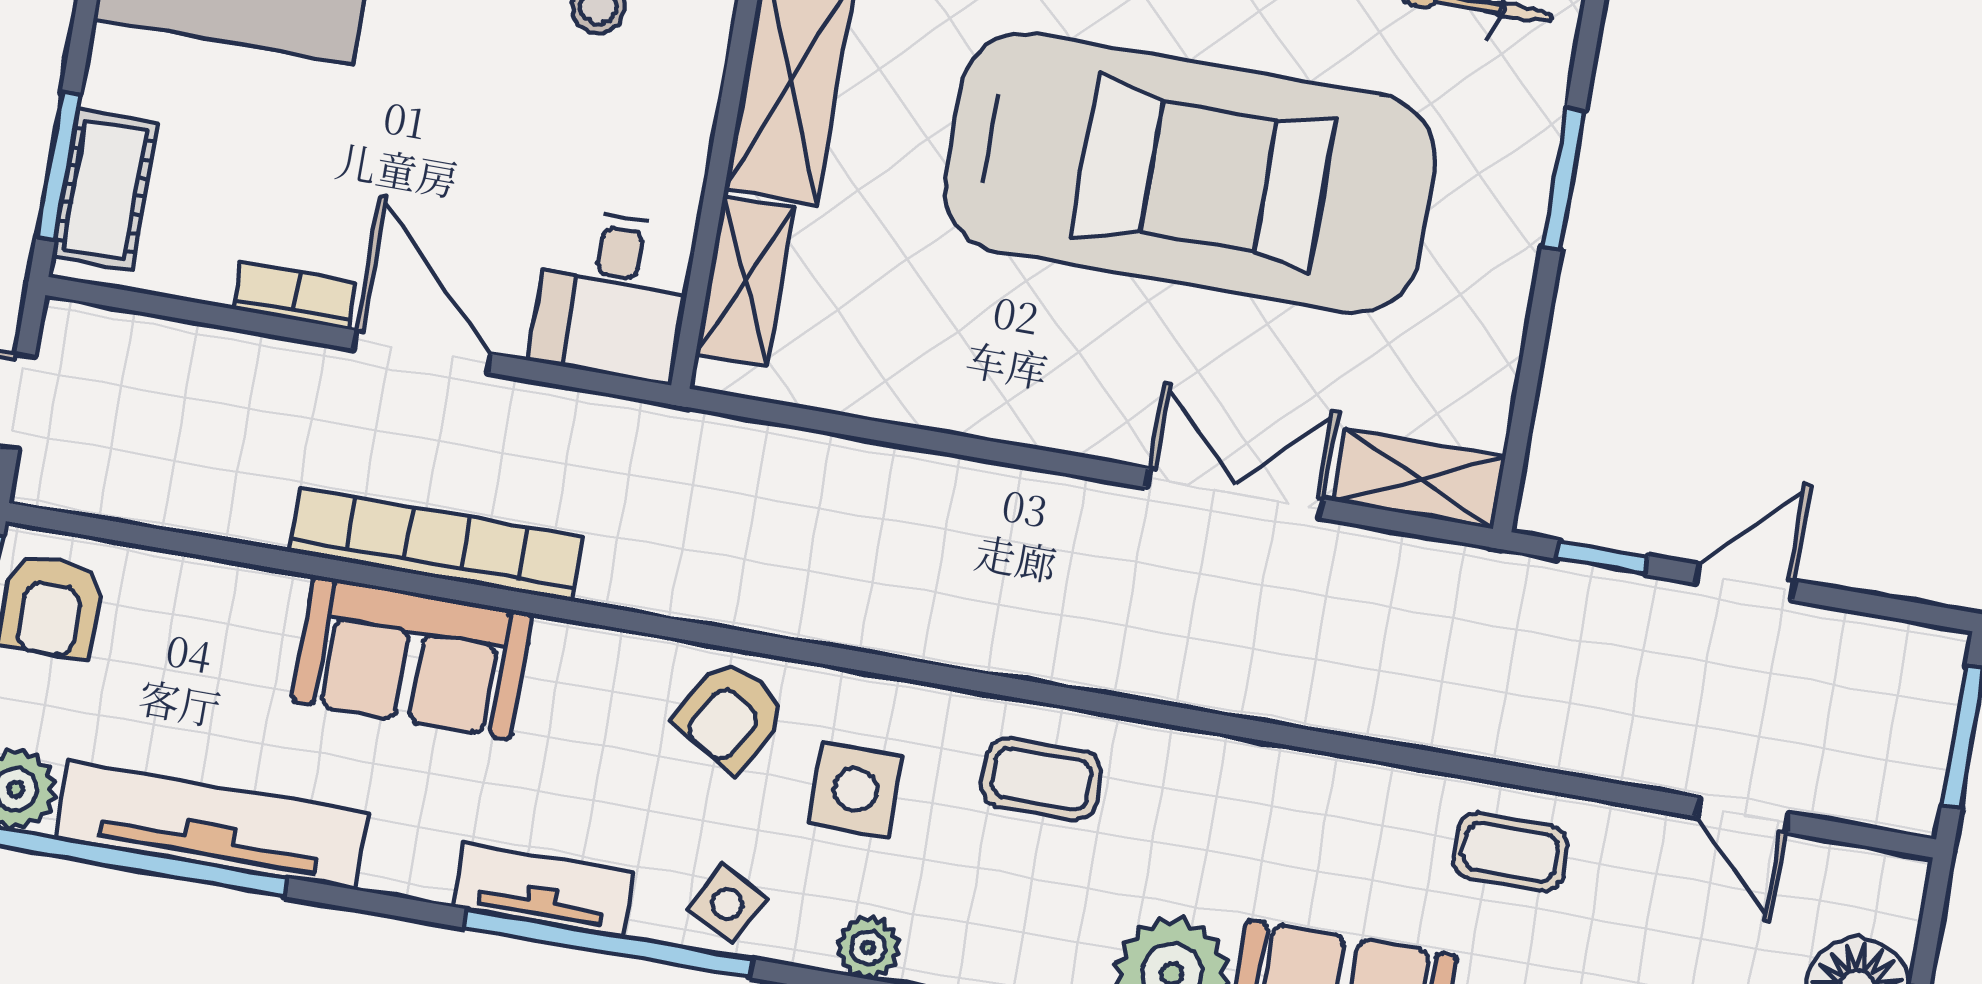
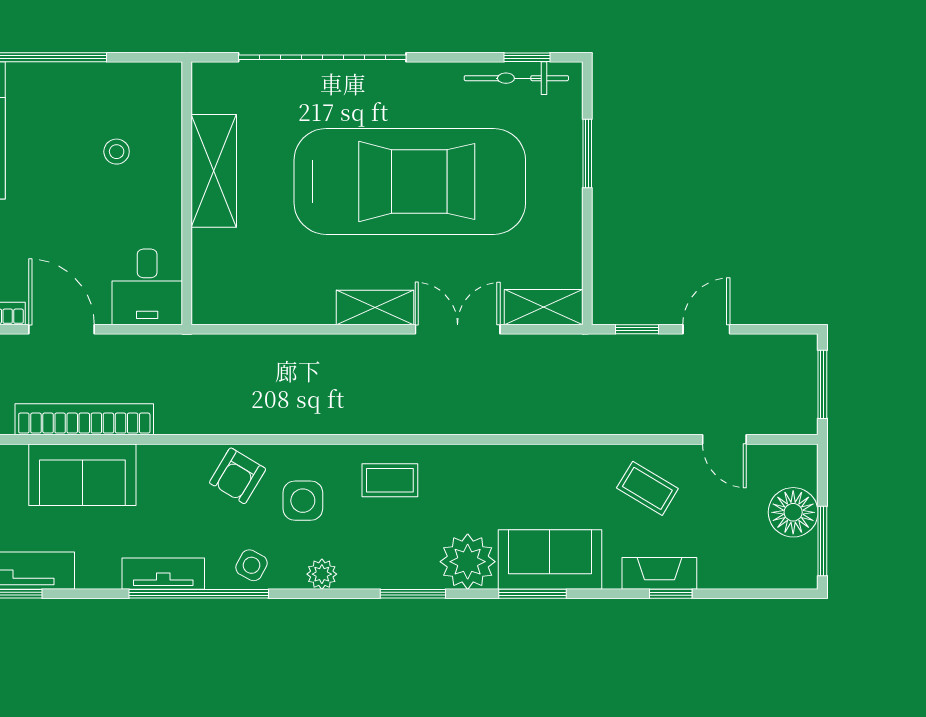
shelving: (745, 280) -> (375, 307), moved, turned 90
coffee table: (1510, 852) -> (647, 488), moved, turned 31

